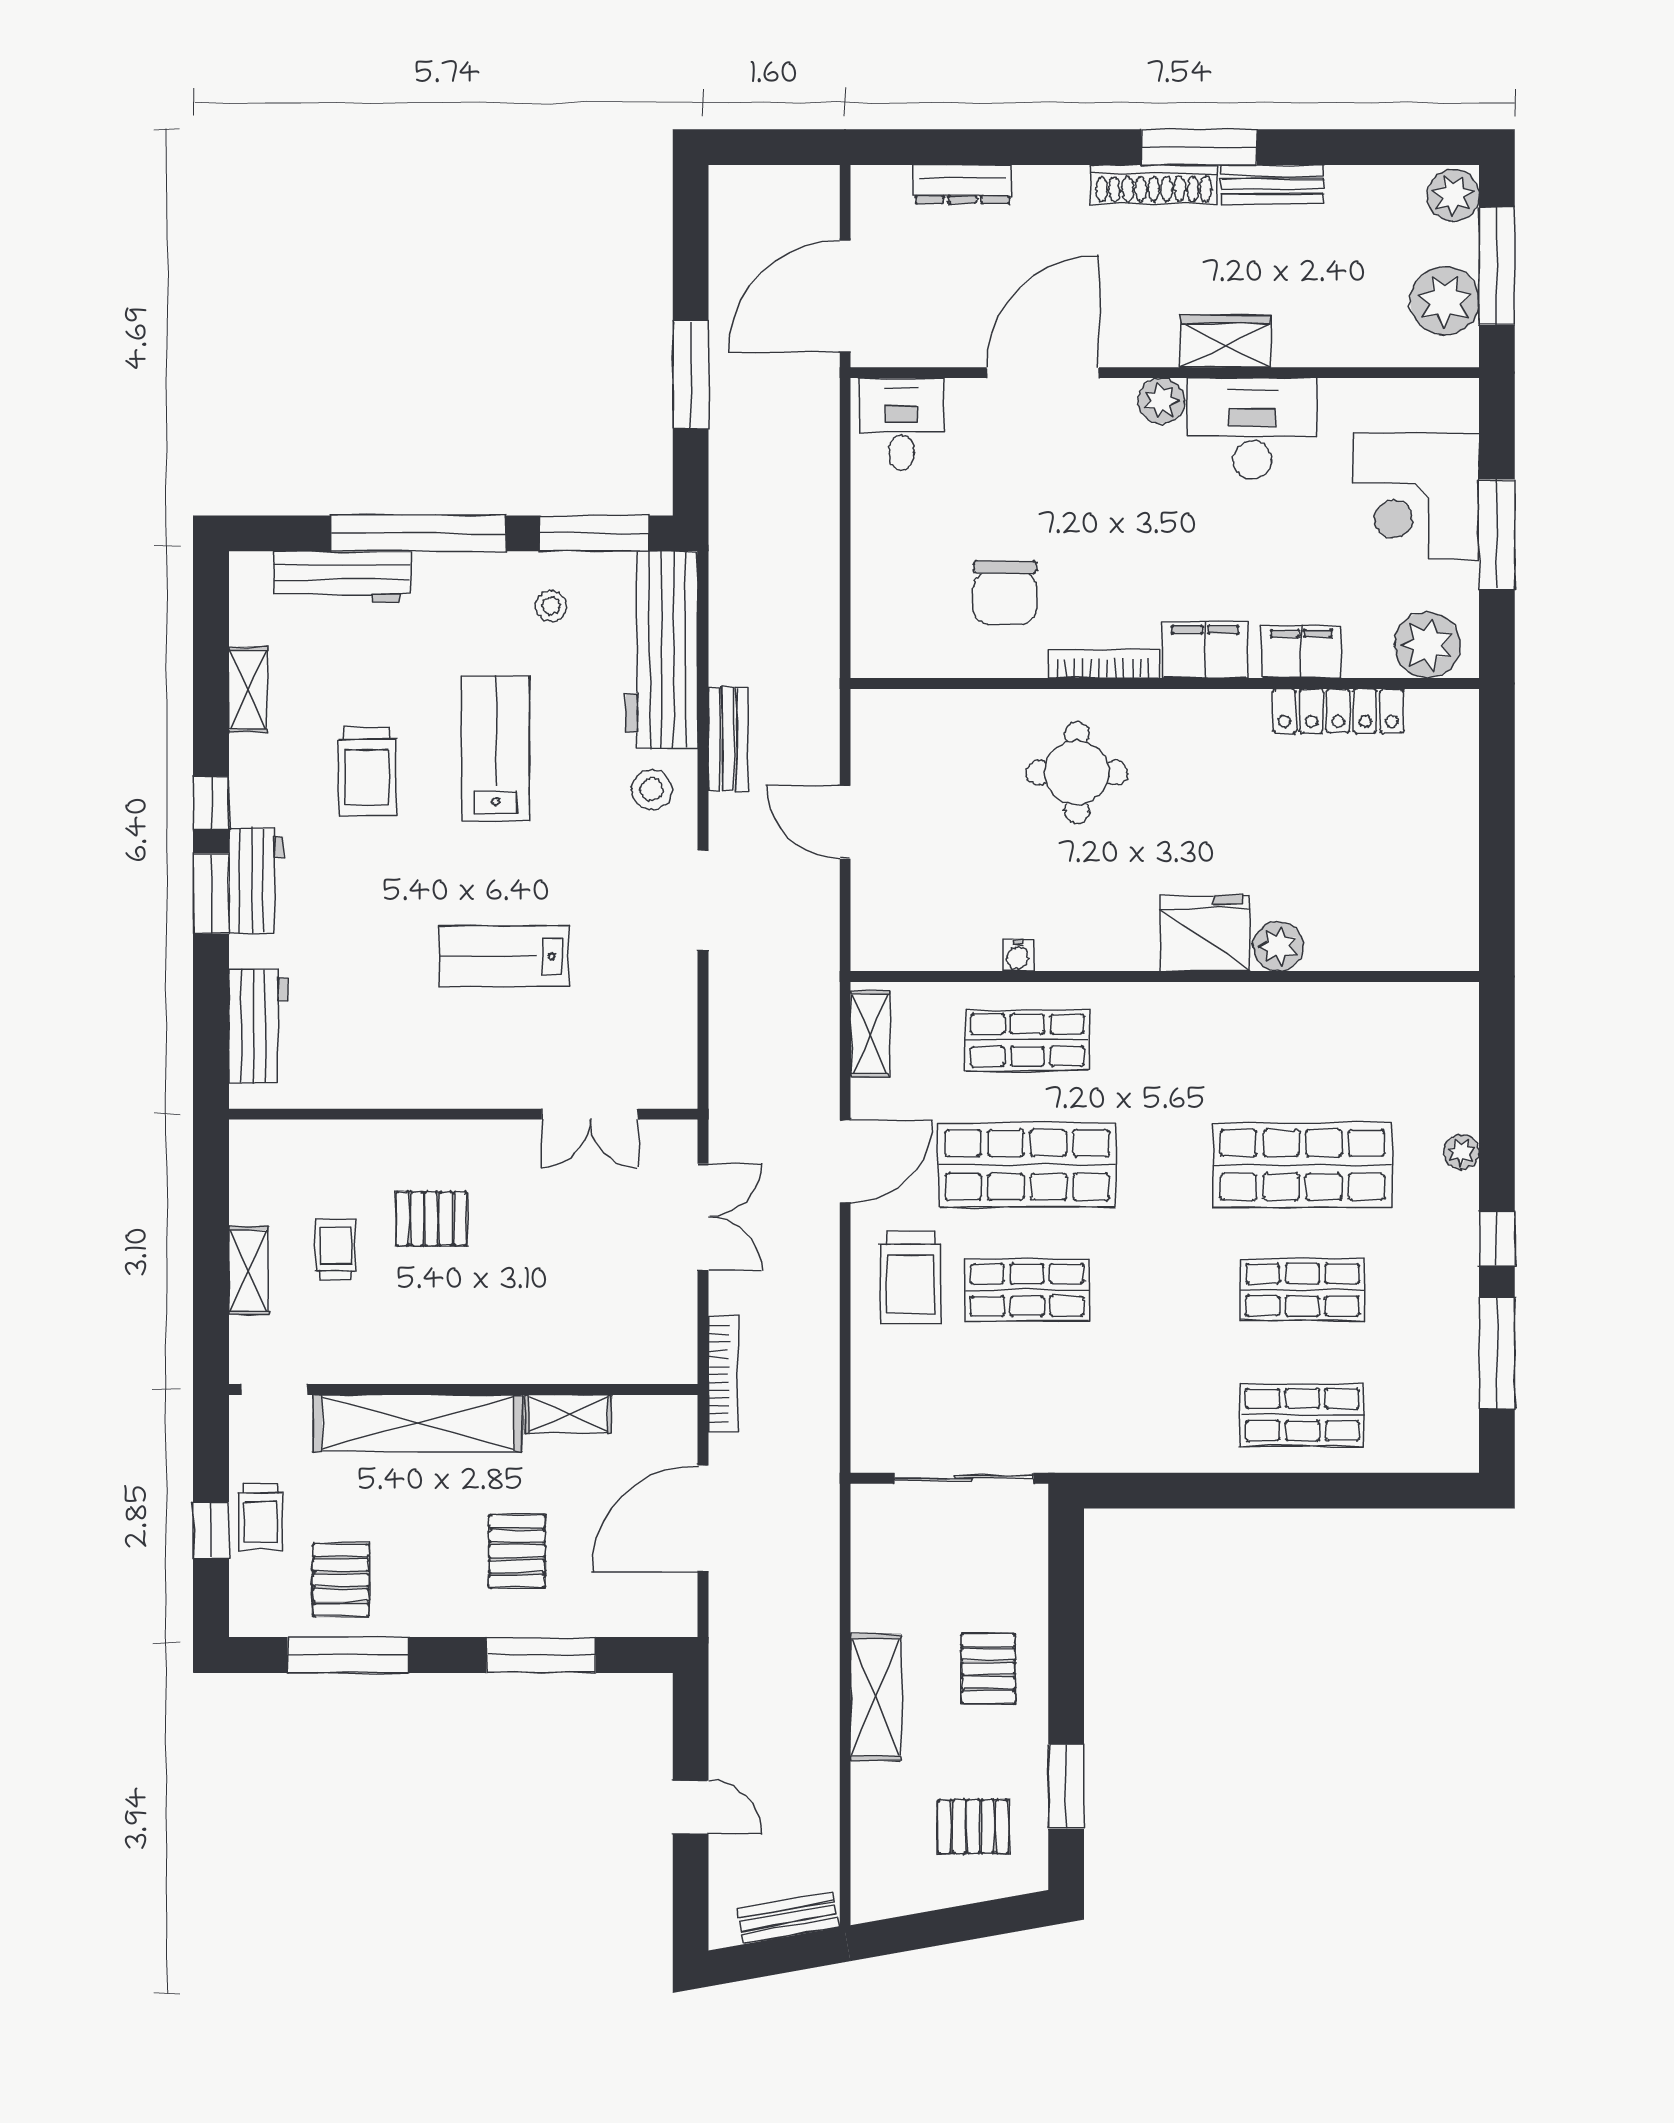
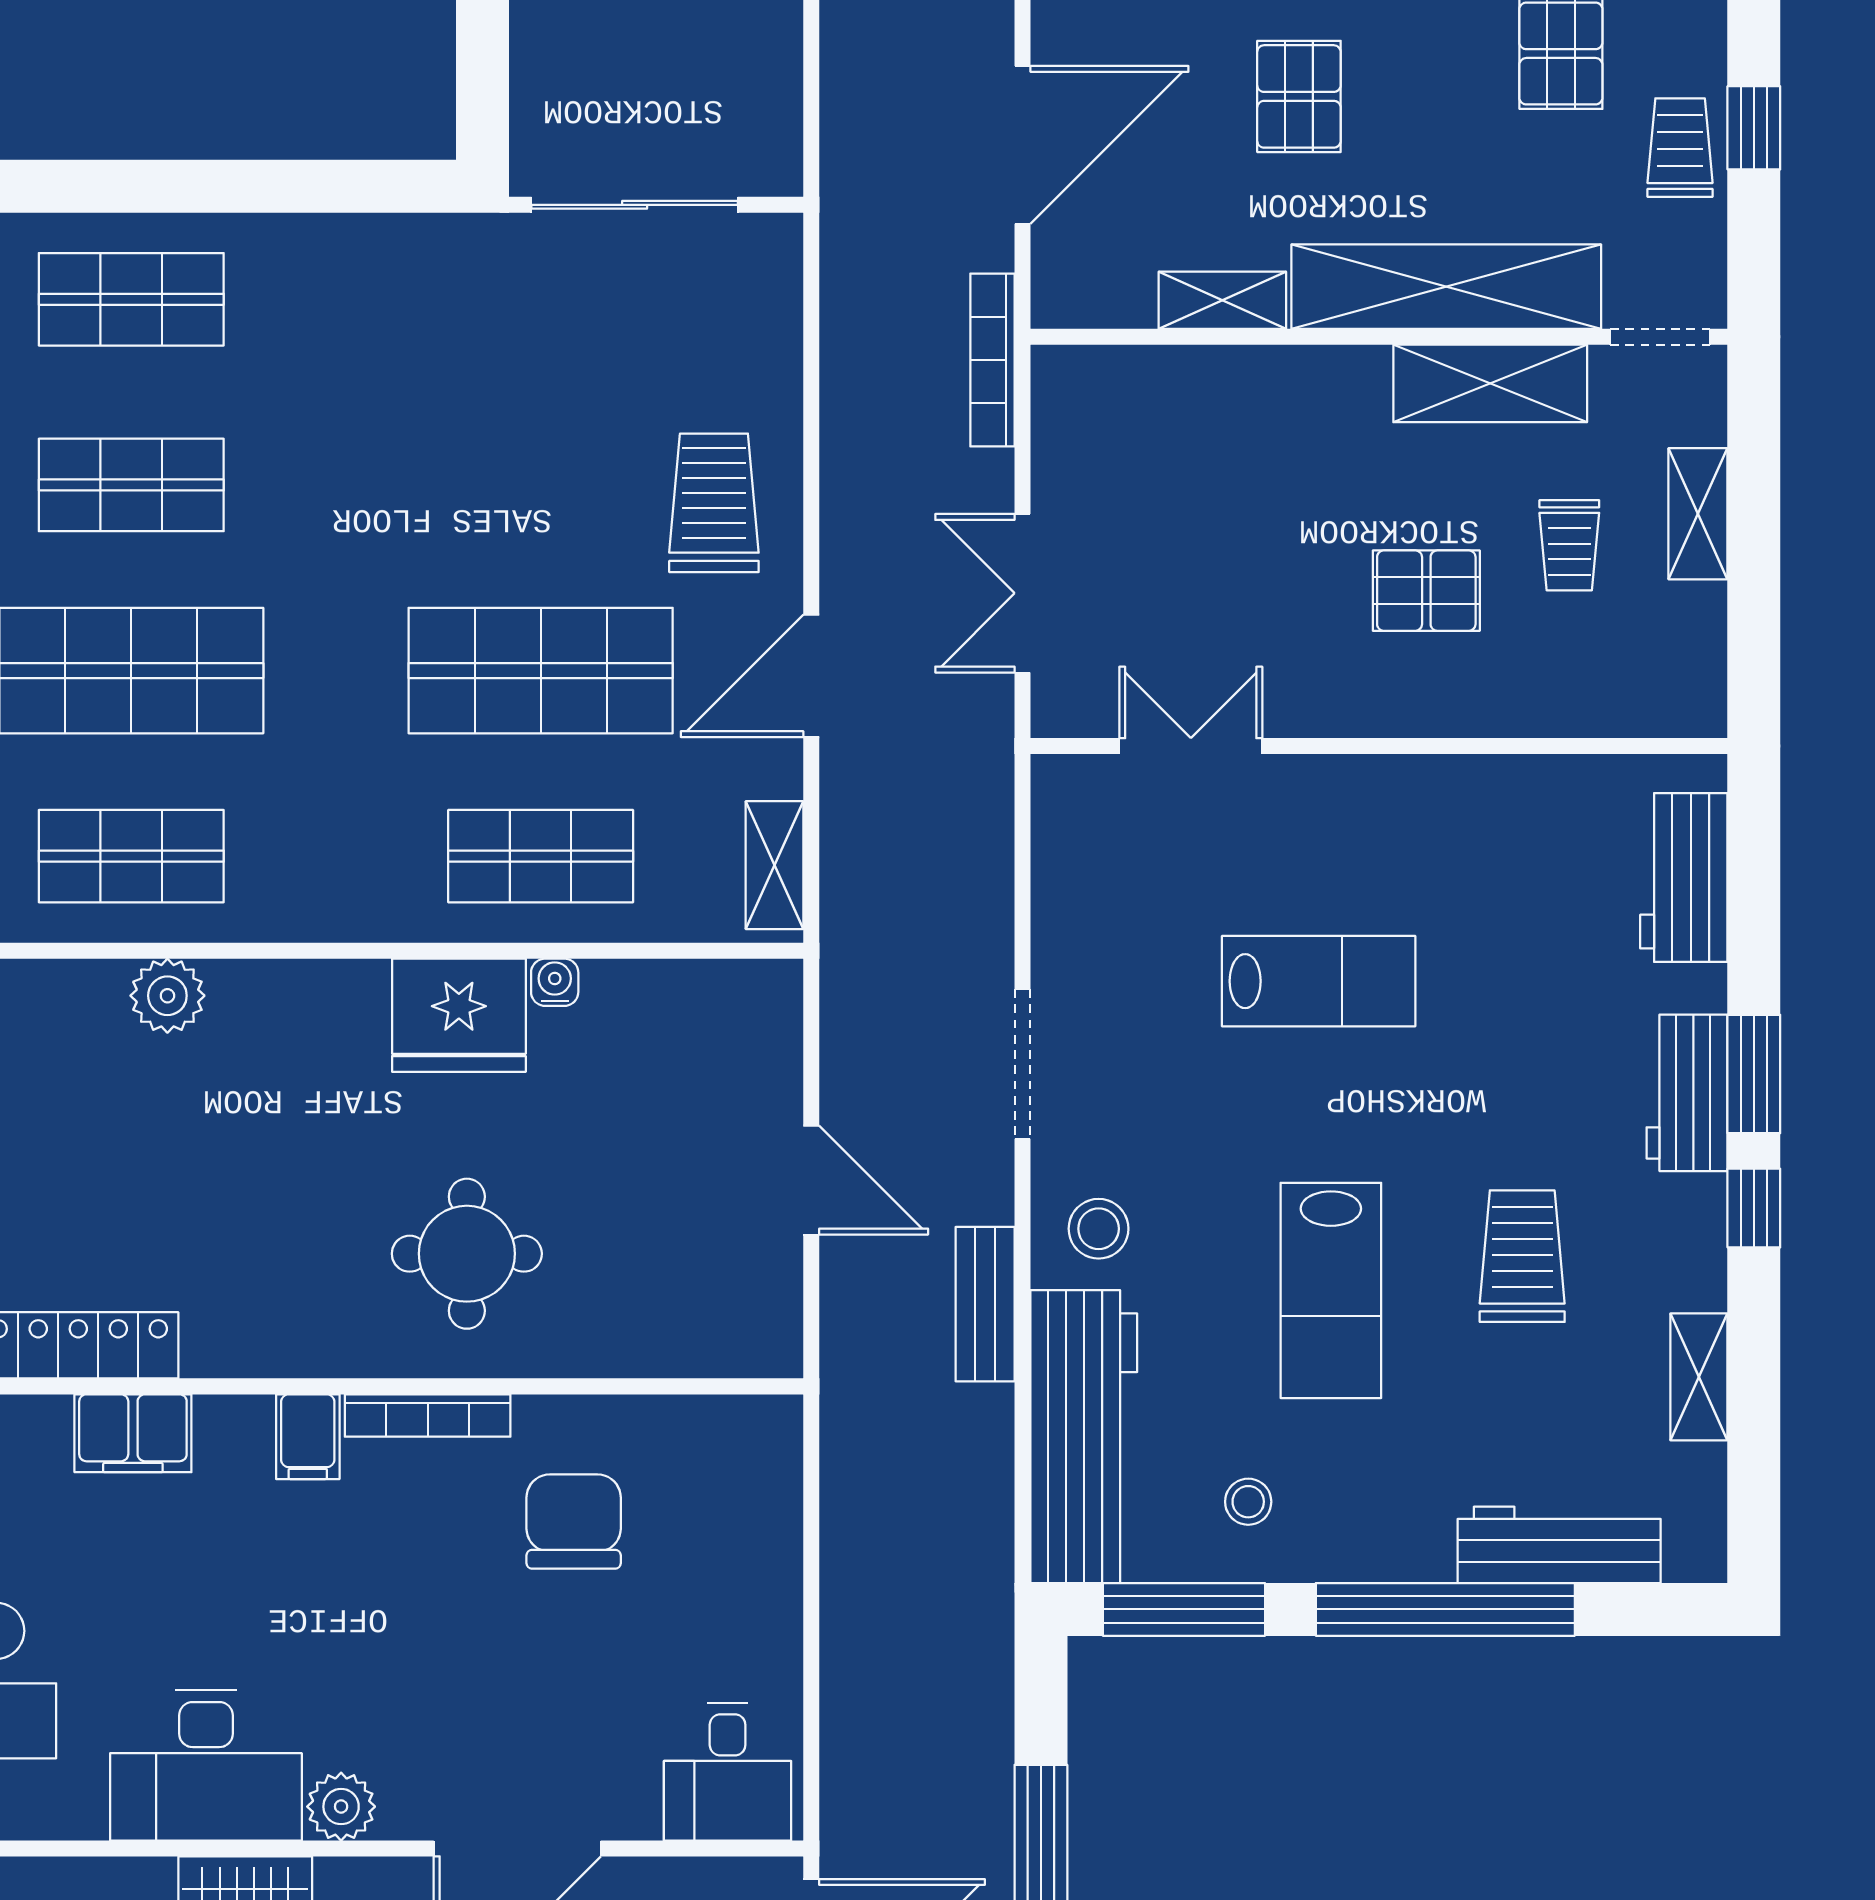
filing cabinet: (1205, 650) -> (308, 1437), width x0.50
fridge: (1205, 933) -> (459, 1015), moved
shop shelf: (1027, 1290) -> (131, 856), moved
shelving: (388, 1358) -> (1490, 383), added

